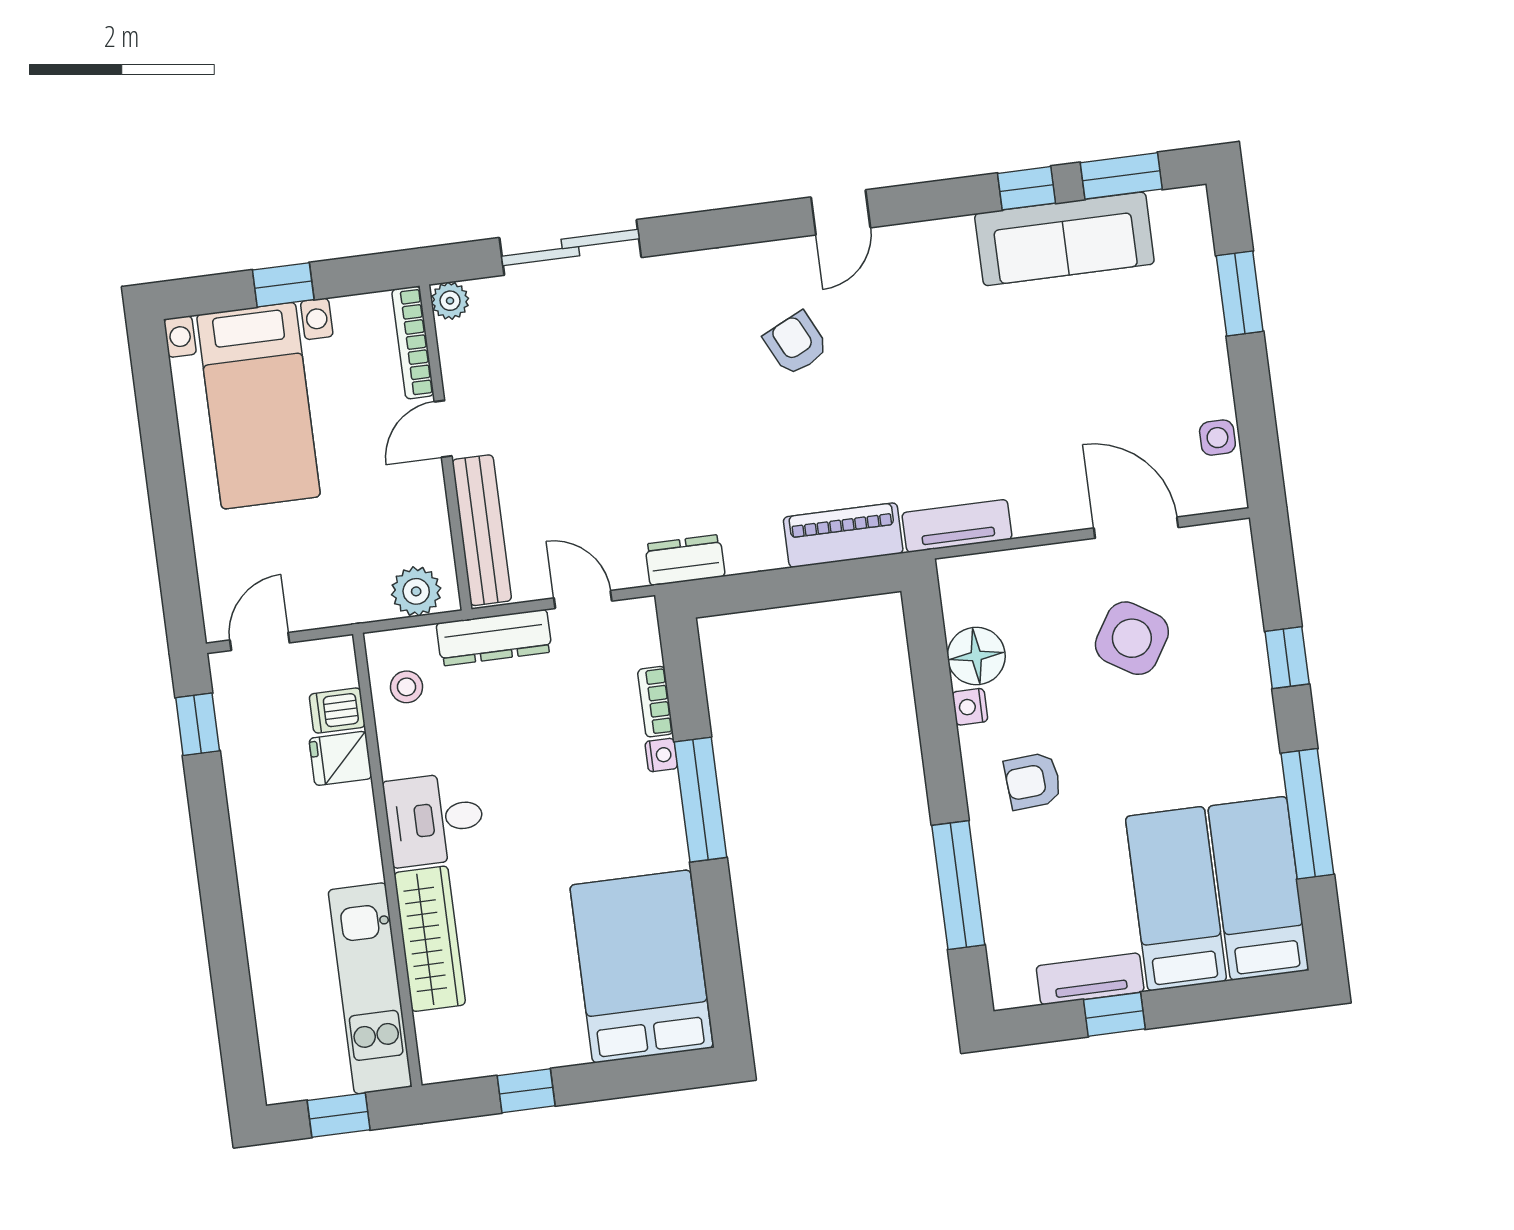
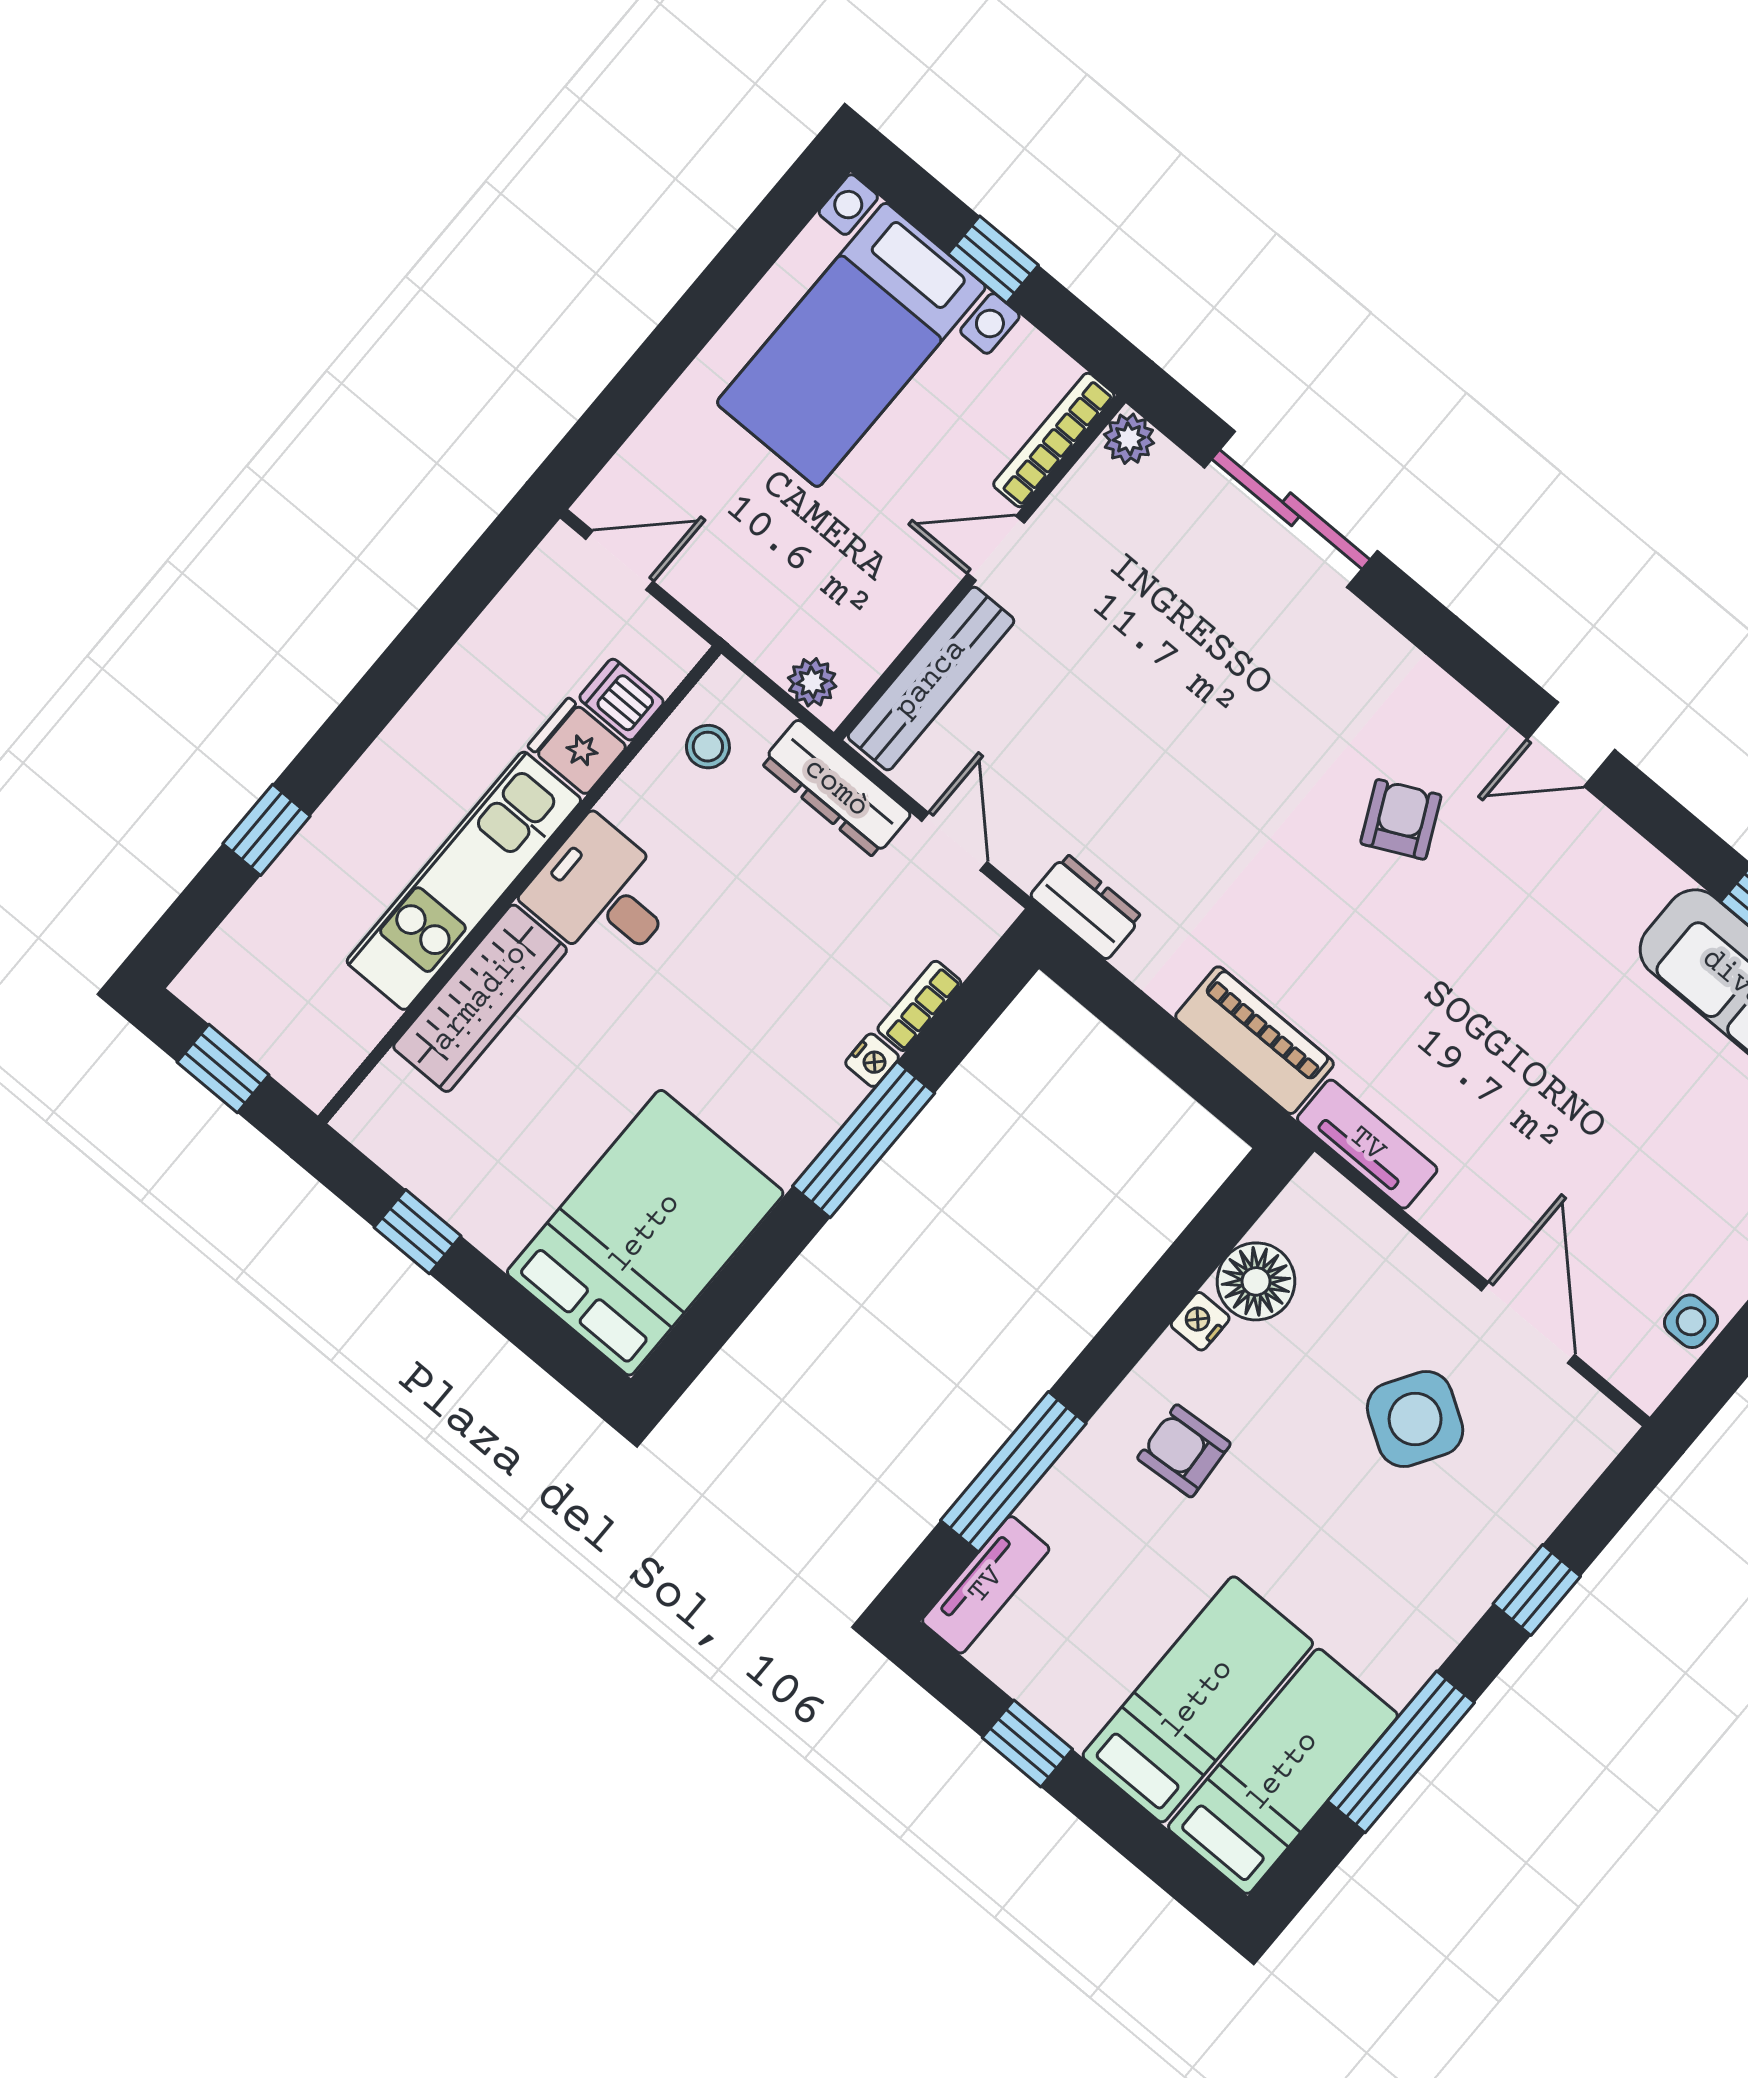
plant: (416, 591) -> (812, 682), width x0.73, depth x0.73
window: (198, 724) -> (267, 830), moved
tv unit: (1090, 979) -> (986, 1585), moved, turned 90
kitchen unit: (370, 988) -> (464, 881), moved

